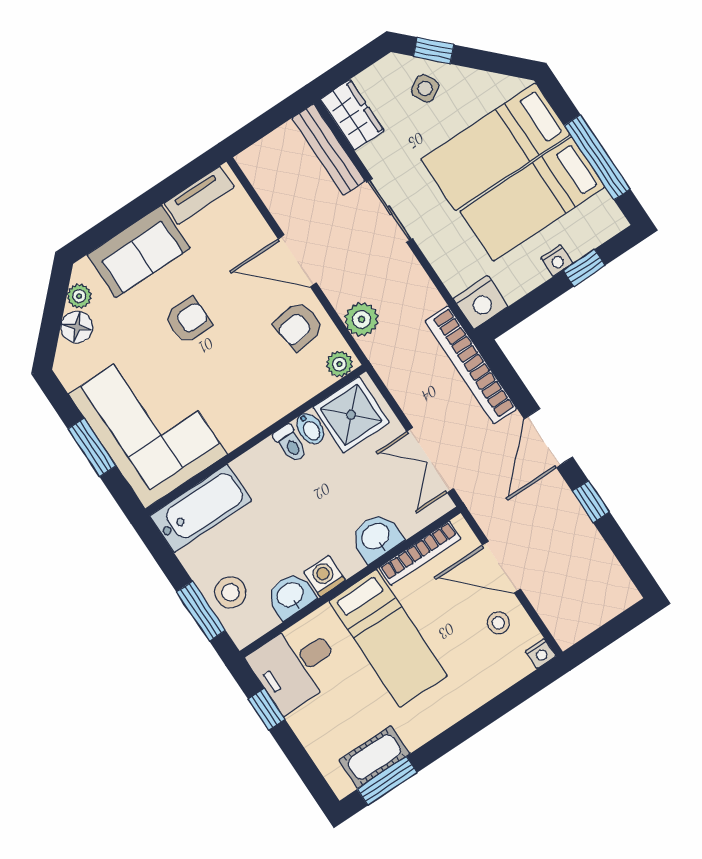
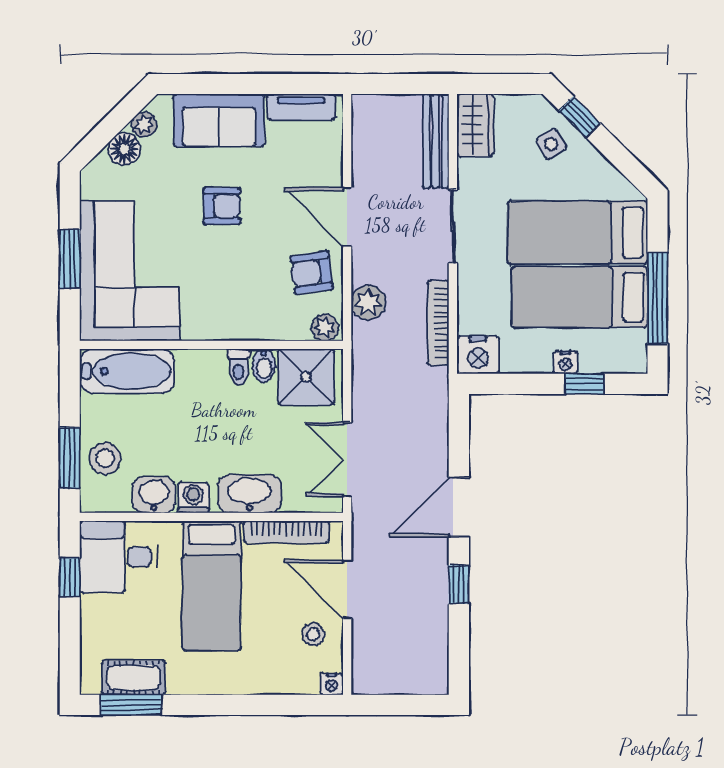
bookcase: (471, 365) -> (438, 323), moved, width x0.68, depth x0.76
washbasin: (376, 537) -> (250, 494), width x1.38

